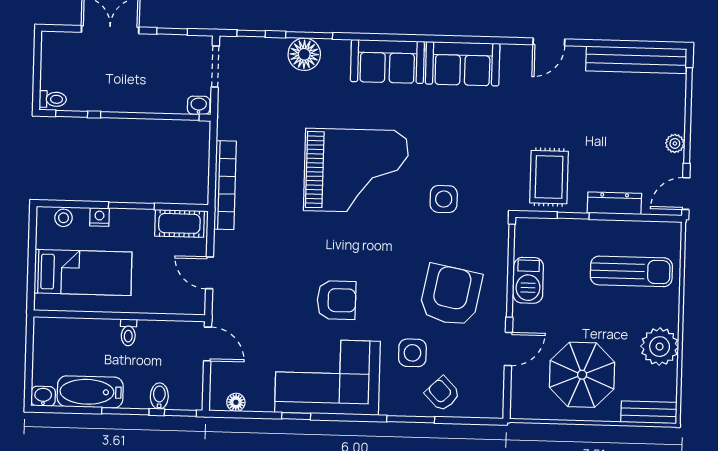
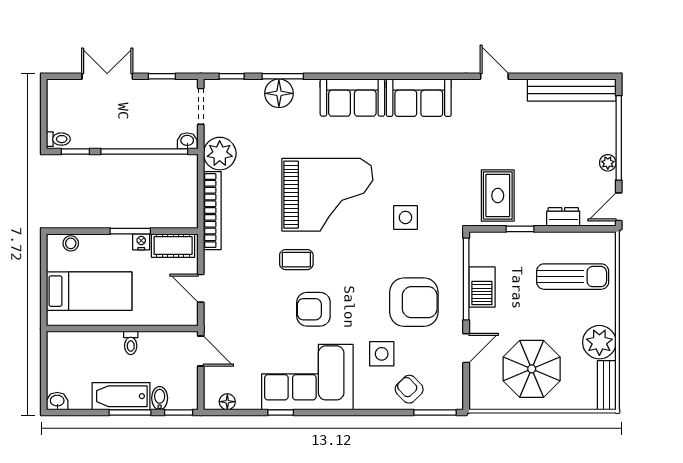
door: (549, 42) -> (494, 76), swing flipped
plant: (235, 121) -> (220, 154), added
dresser: (614, 203) -> (563, 217), width x0.70
nightstand: (99, 217) -> (141, 242), moved
coffee table: (319, 243) -> (296, 260), added
armchair: (451, 295) -> (414, 302), turned 79
armchair: (336, 300) -> (313, 309), turned 180
bathtub: (90, 392) -> (121, 396), moved
bench: (649, 412) -> (607, 385), moved, turned 90
window: (411, 419) -> (435, 412), moved

